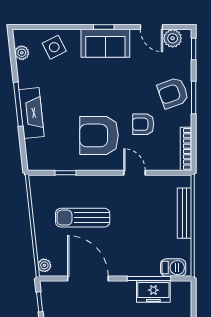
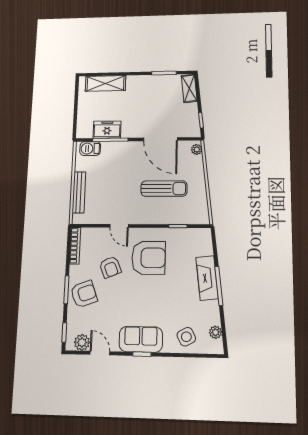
armchair: (143, 124) -> (110, 267), turned 68

